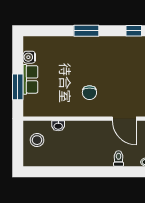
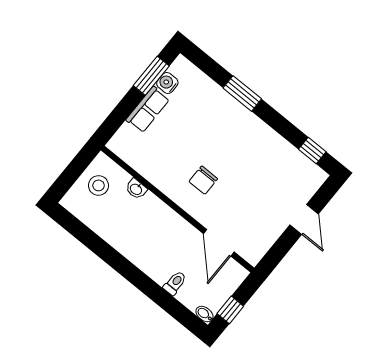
window: (86, 31) -> (242, 93), moved
window: (18, 87) -> (151, 76), moved

